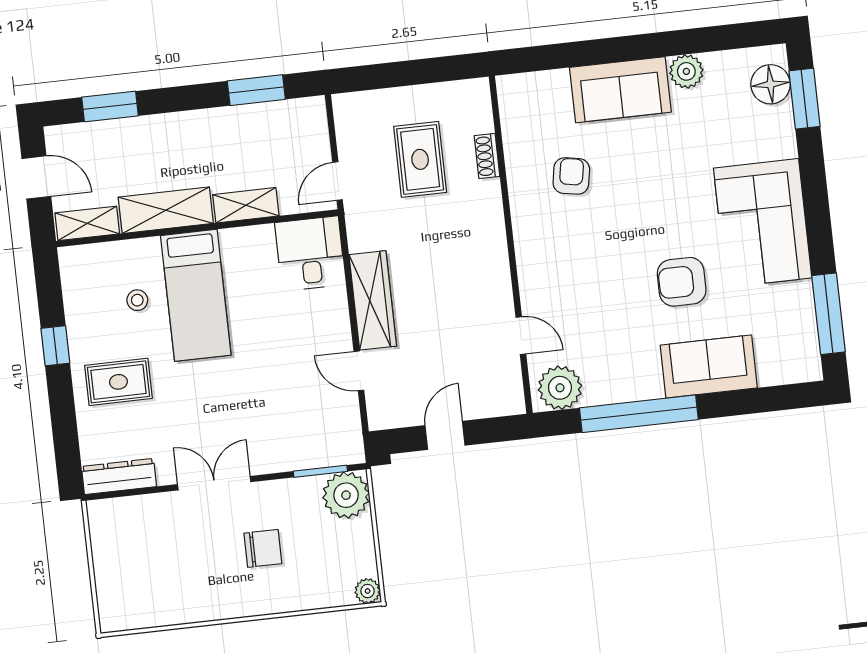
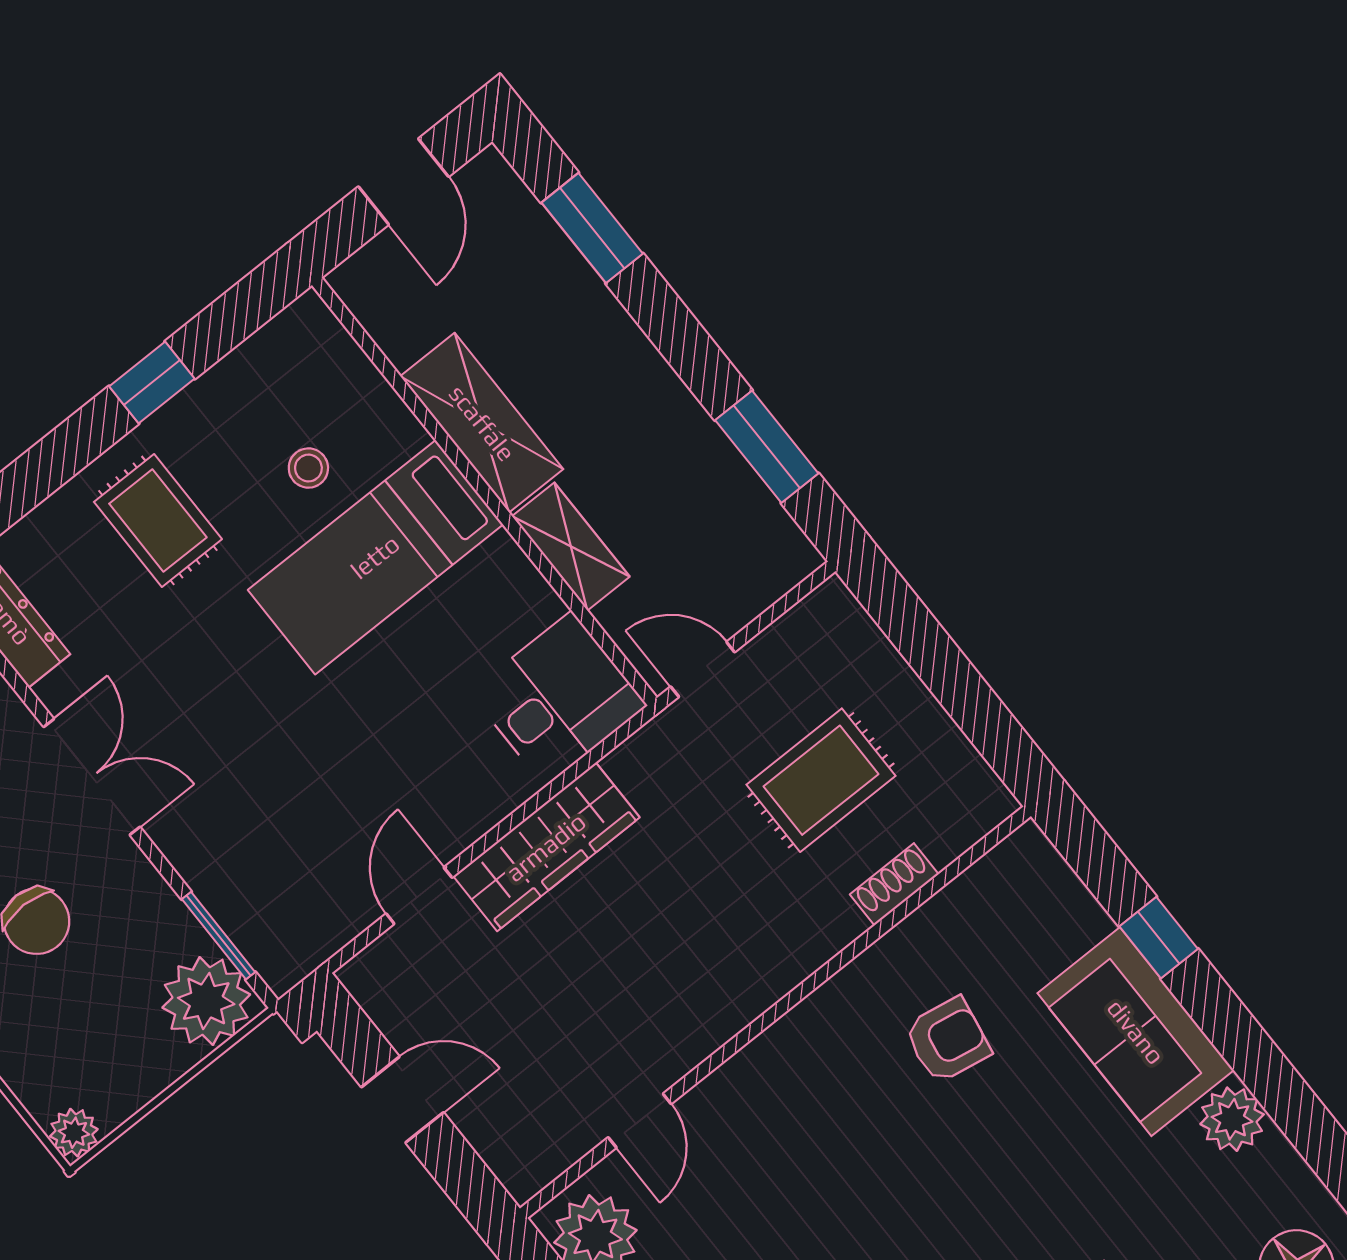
window: (585, 53) -> (1159, 938), added
shelving: (87, 223) -> (381, 310), removed

